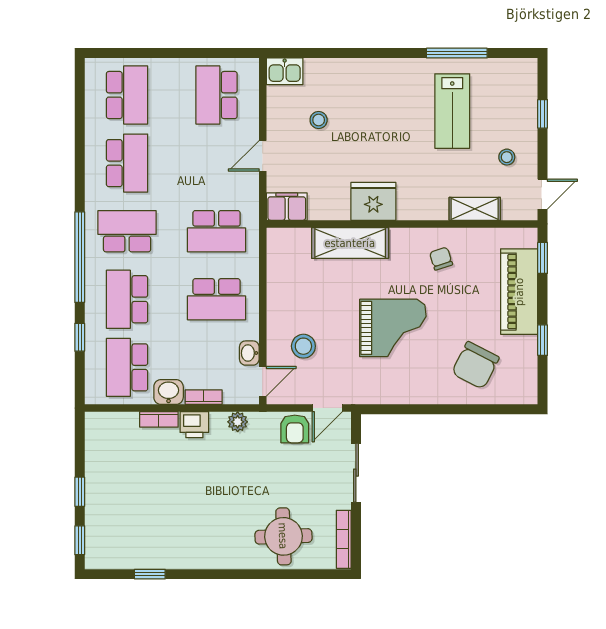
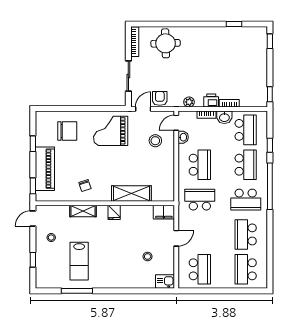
lab bench: (452, 111) -> (79, 261), turned 180
fridge: (373, 201) -> (114, 212), width x0.53, depth x0.75
shelving: (475, 209) -> (83, 211), moved
school desk: (216, 299) -> (200, 165), turned 90
grand piano: (393, 328) -> (111, 131), moved
chair: (475, 365) -> (67, 131), turned 63
window: (80, 492) -> (270, 94), moved

